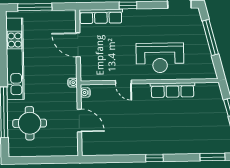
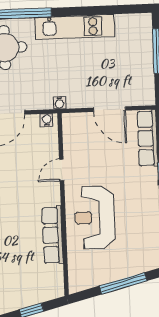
door: (78, 45) -> (109, 109), swing flipped
kitchen unit: (15, 59) -> (75, 27), width x0.73

